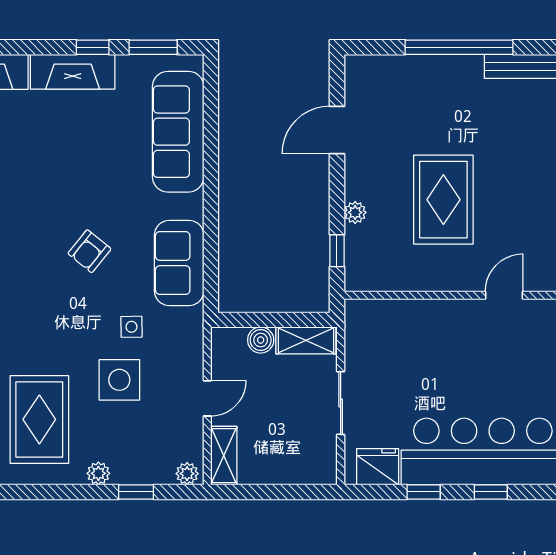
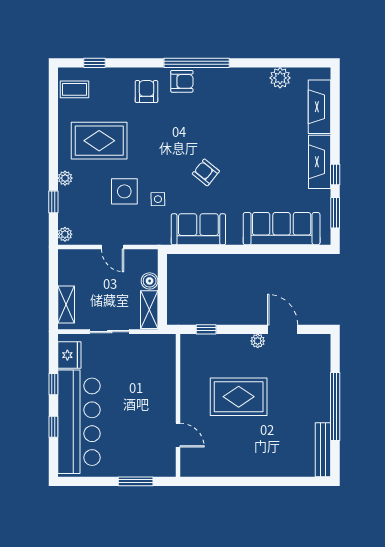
plant: (355, 212) -> (258, 341), moved
shelving: (224, 456) -> (66, 304), moved, turned 90

